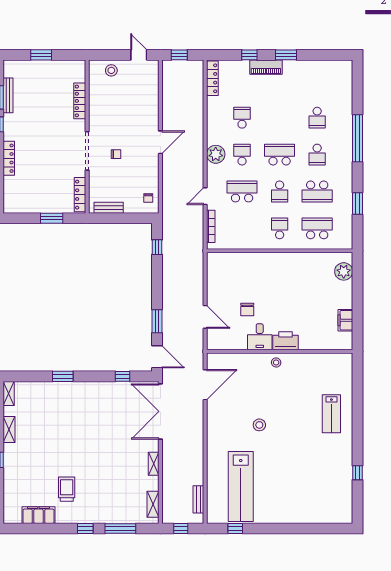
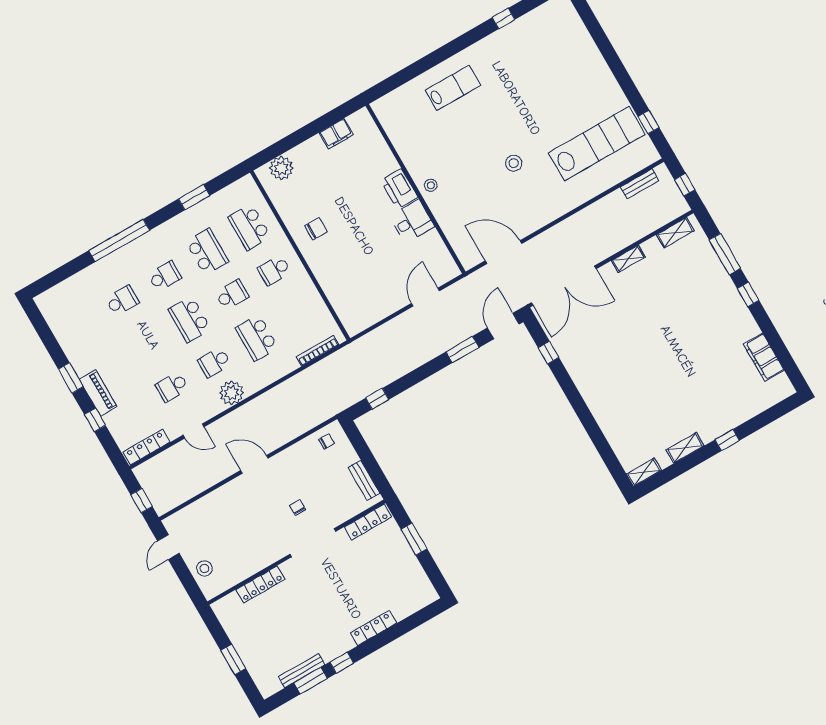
door: (205, 196) -> (193, 431), moved
chair: (247, 310) -> (316, 229), moved
window: (63, 376) -> (588, 421), removed
trolley: (67, 489) -> (715, 342), removed

